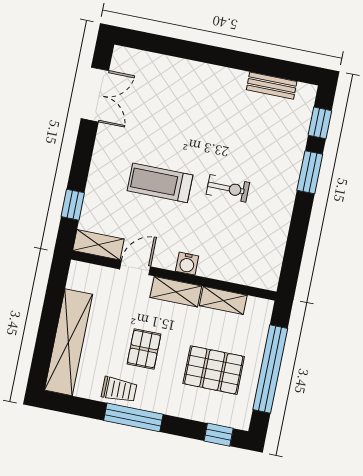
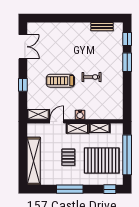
window: (73, 205) -> (23, 85), moved
pallet: (214, 370) -> (102, 160), width x1.37, depth x1.41
trolley: (119, 390) -> (61, 178), removed

